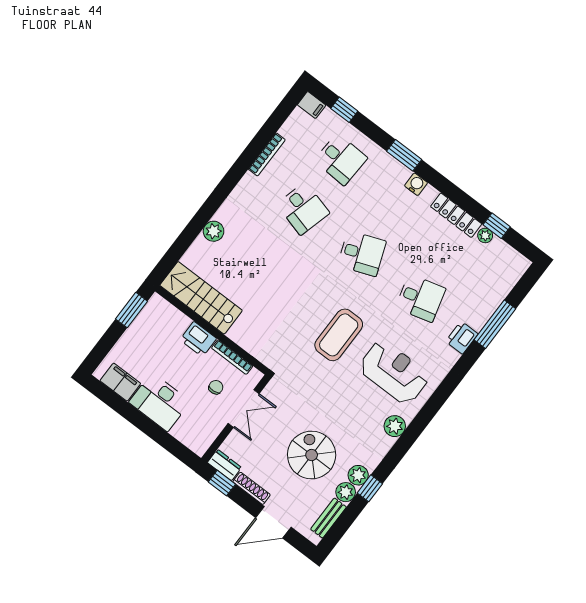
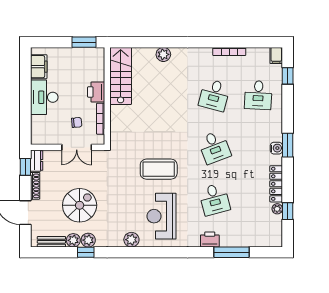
window: (404, 155) -> (288, 145), moved
reception desk: (394, 372) -> (161, 216), turned 180

